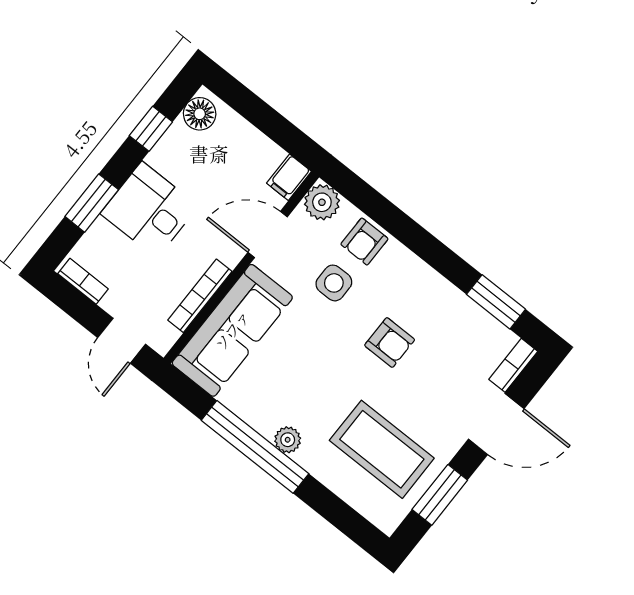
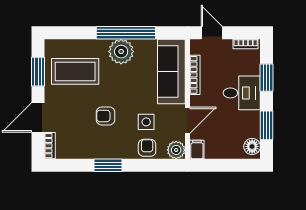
window: (151, 129) -> (267, 125), width x1.50
window: (496, 302) -> (108, 165), moved
plant: (288, 440) -> (121, 52), width x1.87, depth x1.87

